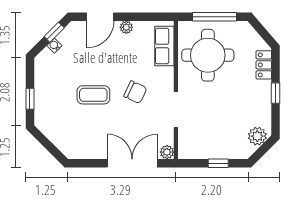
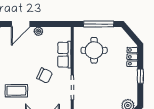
row of seats: (164, 46) -> (64, 55), moved
round table: (208, 55) -> (94, 50), width x0.73, depth x0.73
coffee table: (93, 95) -> (16, 91), moved

